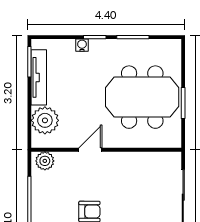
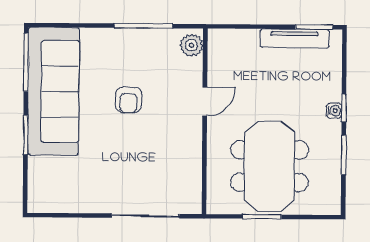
water cooler: (82, 45) -> (334, 111), moved
plant: (45, 120) -> (242, 46), removed
door: (90, 150) -> (205, 102), hinge flipped

